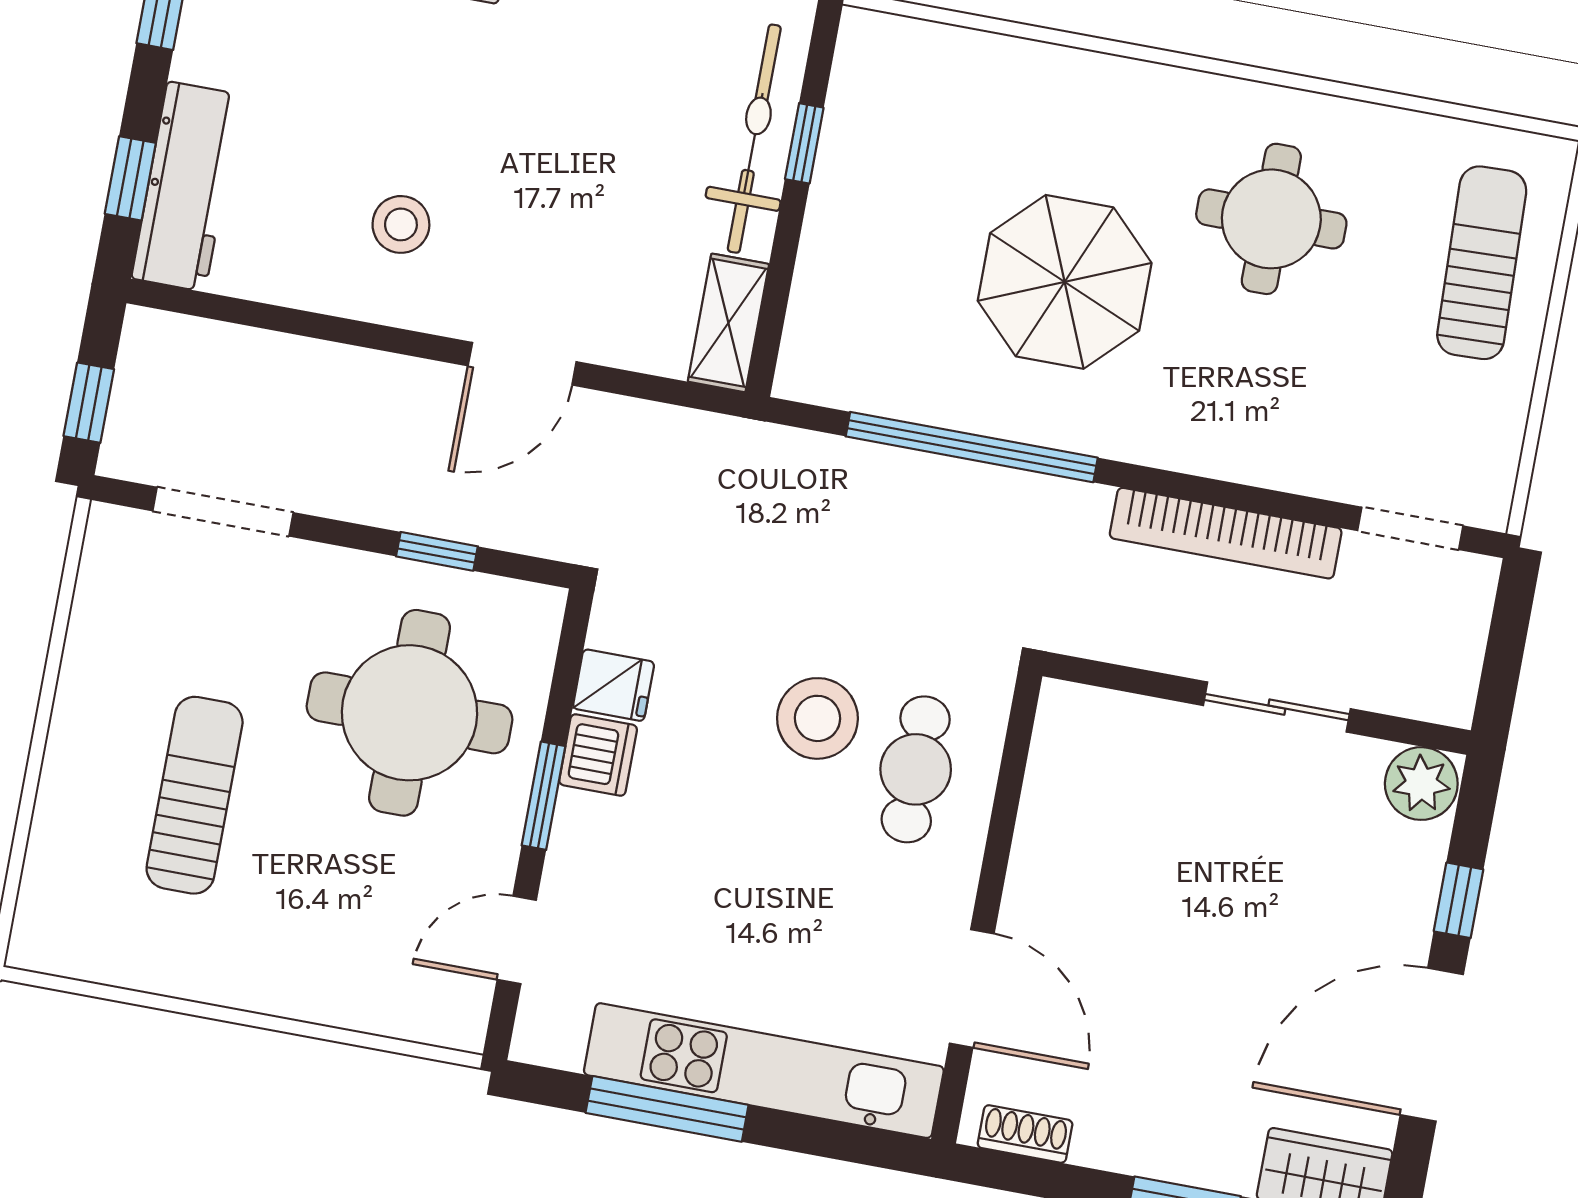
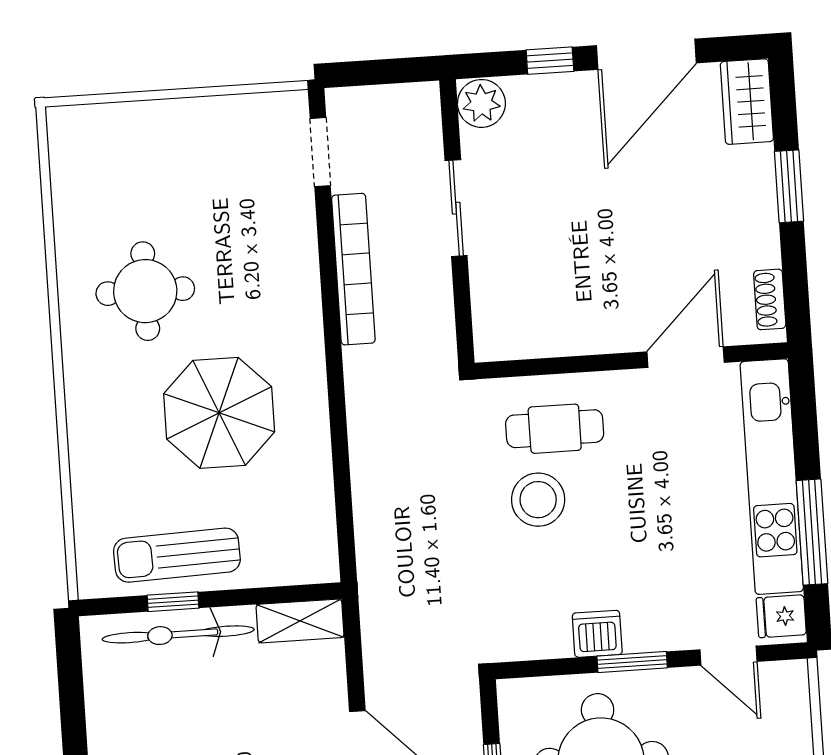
sun lounger: (1482, 263) -> (177, 555), moved
window: (972, 447) -> (340, 445), removed
fridge: (614, 685) -> (781, 616), moved, turned -90
door: (1432, 1045) -> (646, 54), hinge flipped

